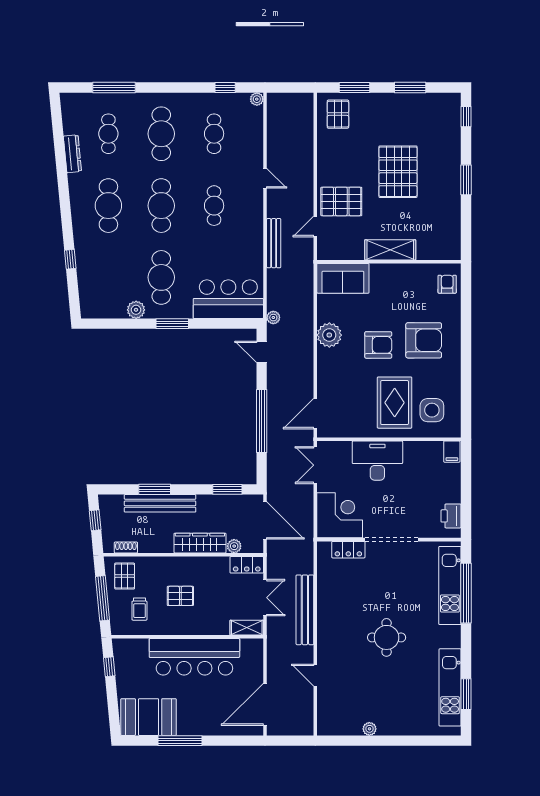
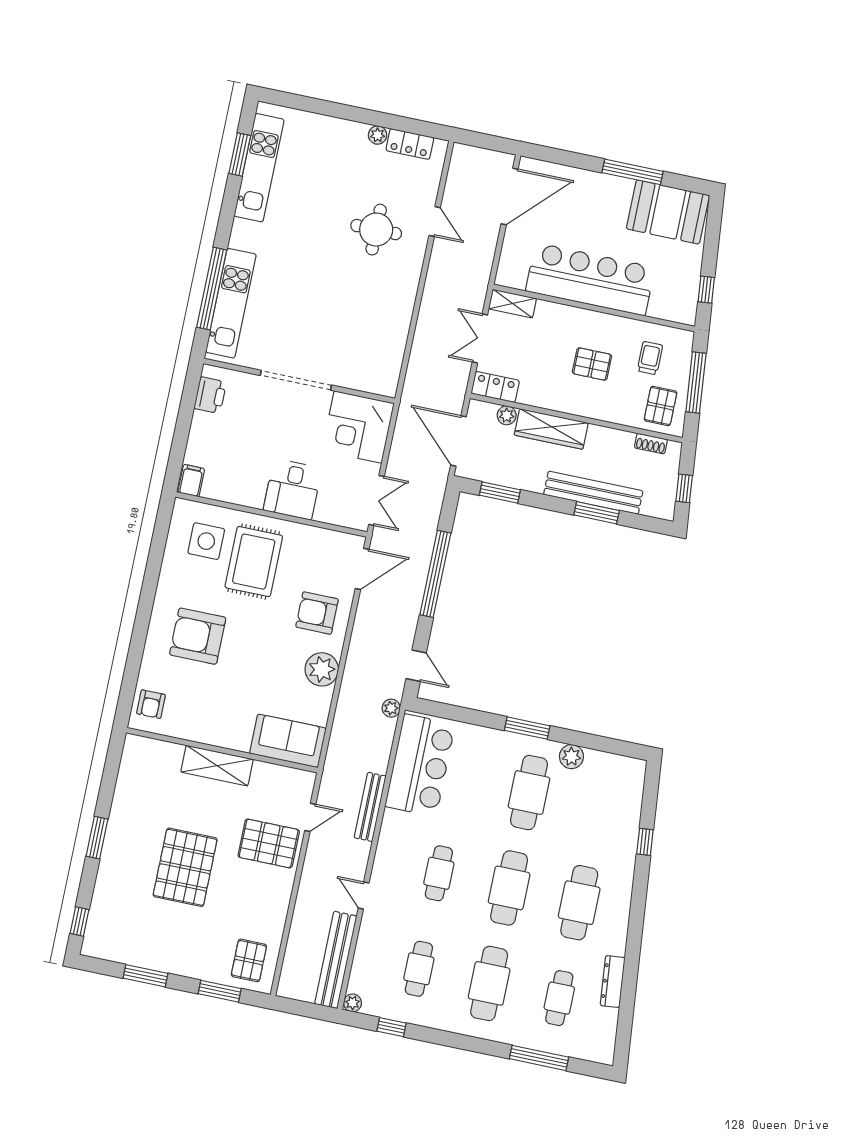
bar counter: (228, 299) -> (420, 765), moved, turned -90
armchair: (378, 345) -> (317, 613), moved
desk: (377, 461) -> (293, 489), width x0.73
locker: (348, 550) -> (410, 144), moved, turned 180
bench: (305, 610) -> (336, 960), moved
round table: (387, 637) -> (376, 230), moved

